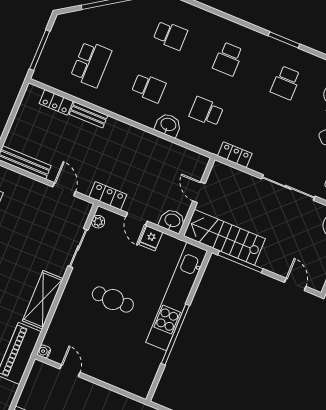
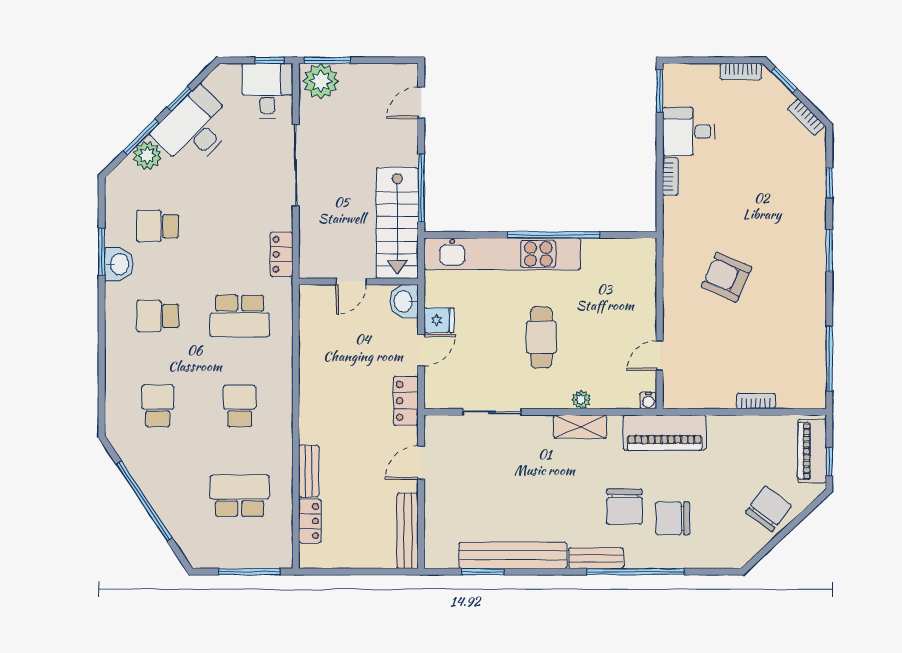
school desk: (228, 59) -> (158, 316), turned 180
school desk: (286, 83) -> (158, 226), turned 180
school desk: (206, 112) -> (240, 316), width x1.85
washbasin: (168, 125) -> (119, 264), moved, turned 180
plant: (98, 222) -> (581, 400), moved
shelving: (43, 300) -> (580, 427), width x0.67, depth x0.75

